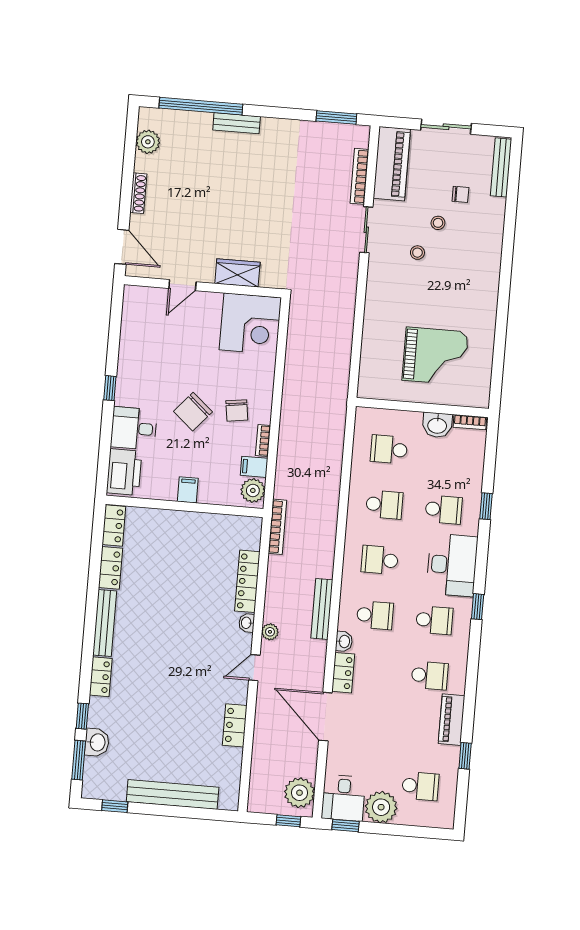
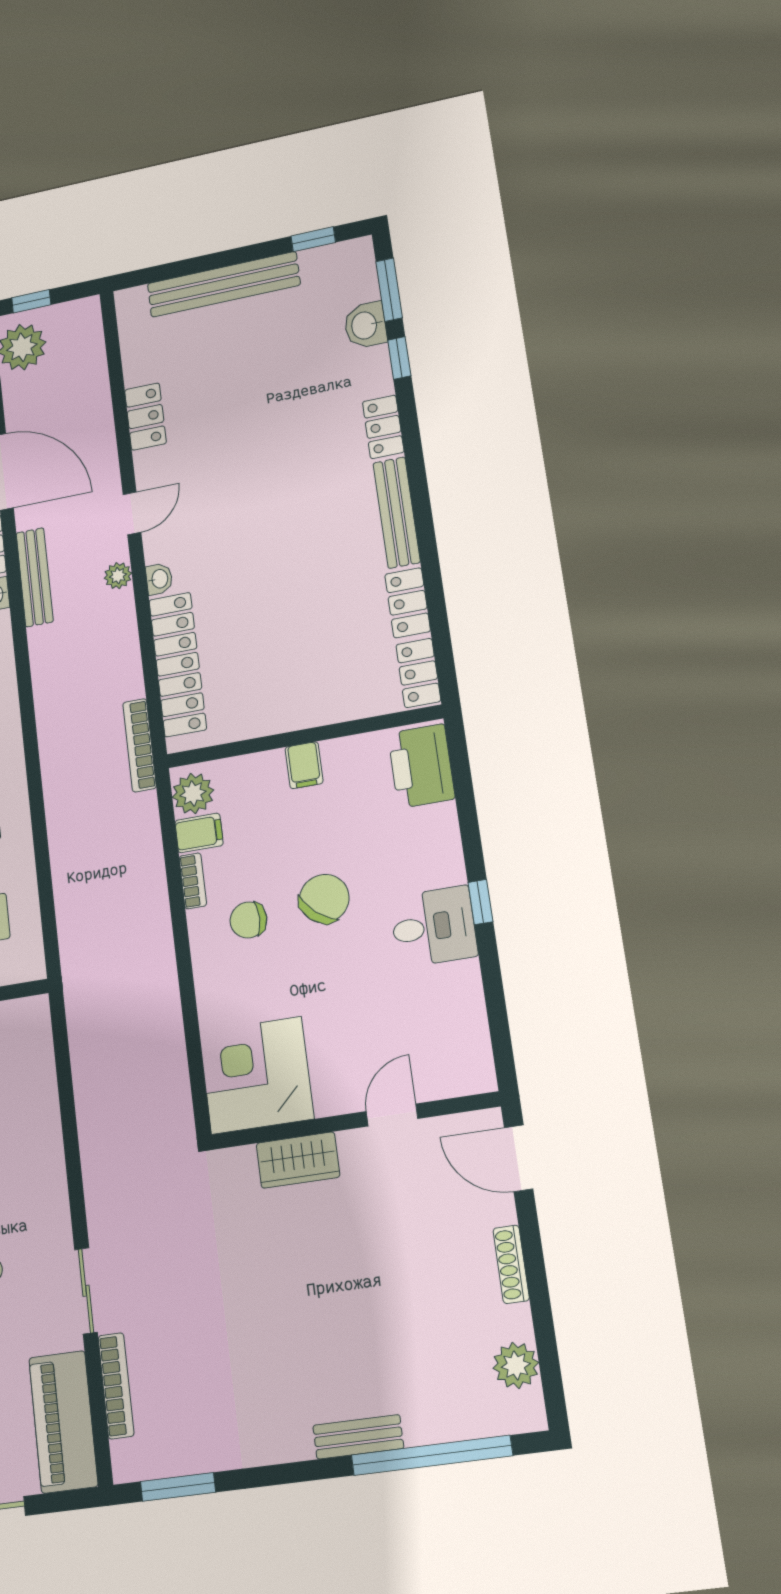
chair: (237, 410) -> (248, 920), turned -82
desk: (134, 428) -> (433, 927), moved
locker: (247, 581) -> (178, 664), width x1.41, depth x1.21
bench: (322, 609) -> (35, 577), moved

